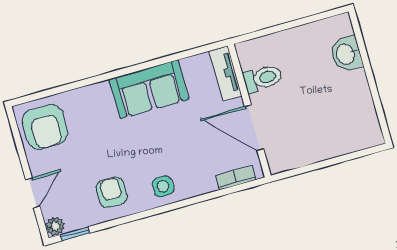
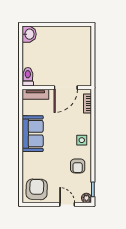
washbasin: (346, 54) -> (29, 34), moved, turned -90
toilet: (263, 78) -> (28, 77), moved
armchair: (45, 127) -> (37, 189), turned -88
armchair: (112, 192) -> (78, 166), turned -90

